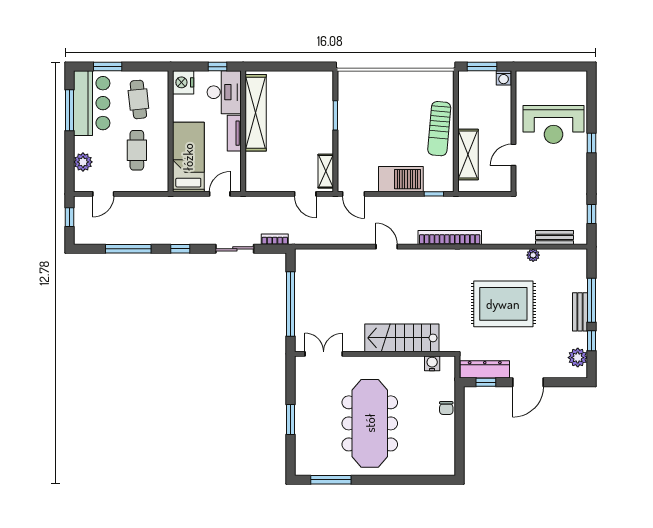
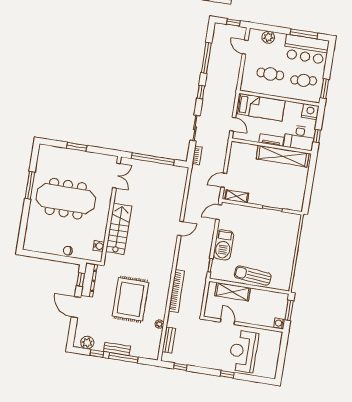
window: (108, 67) -> (325, 89), moved
bookcase: (450, 238) -> (177, 291), moved
window: (331, 480) -> (30, 185), moved

